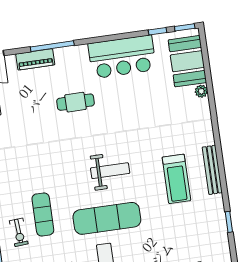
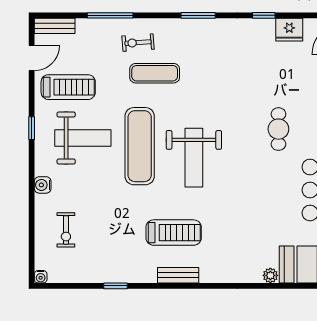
bench: (212, 170) -> (178, 275), width x0.73
weight bench: (110, 171) -> (194, 158), width x1.36, depth x1.33
treadmill: (176, 179) -> (174, 233), turned 180

